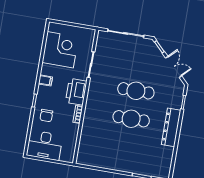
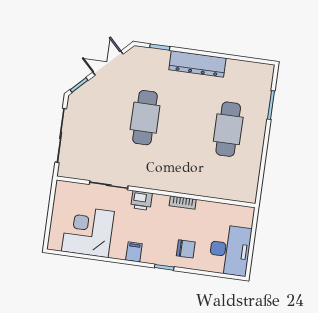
printer: (76, 92) -> (141, 200), width x0.53, depth x0.68
cafe table: (131, 119) -> (228, 129), moved

